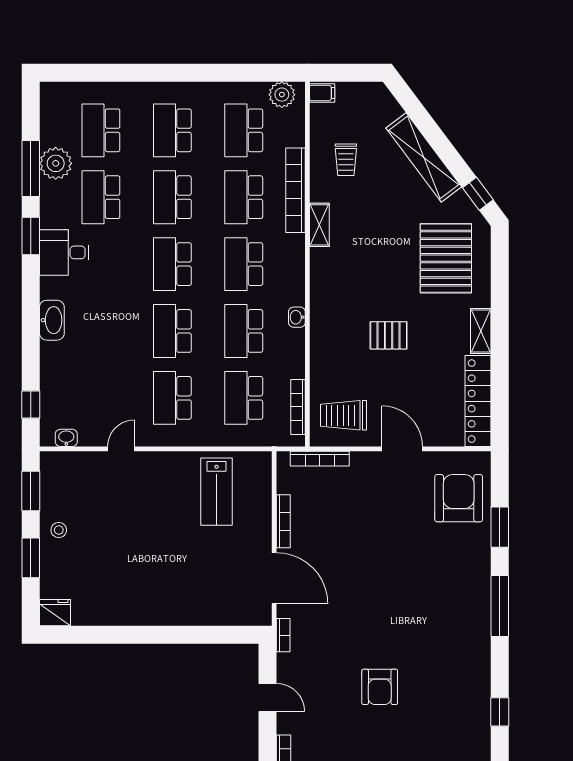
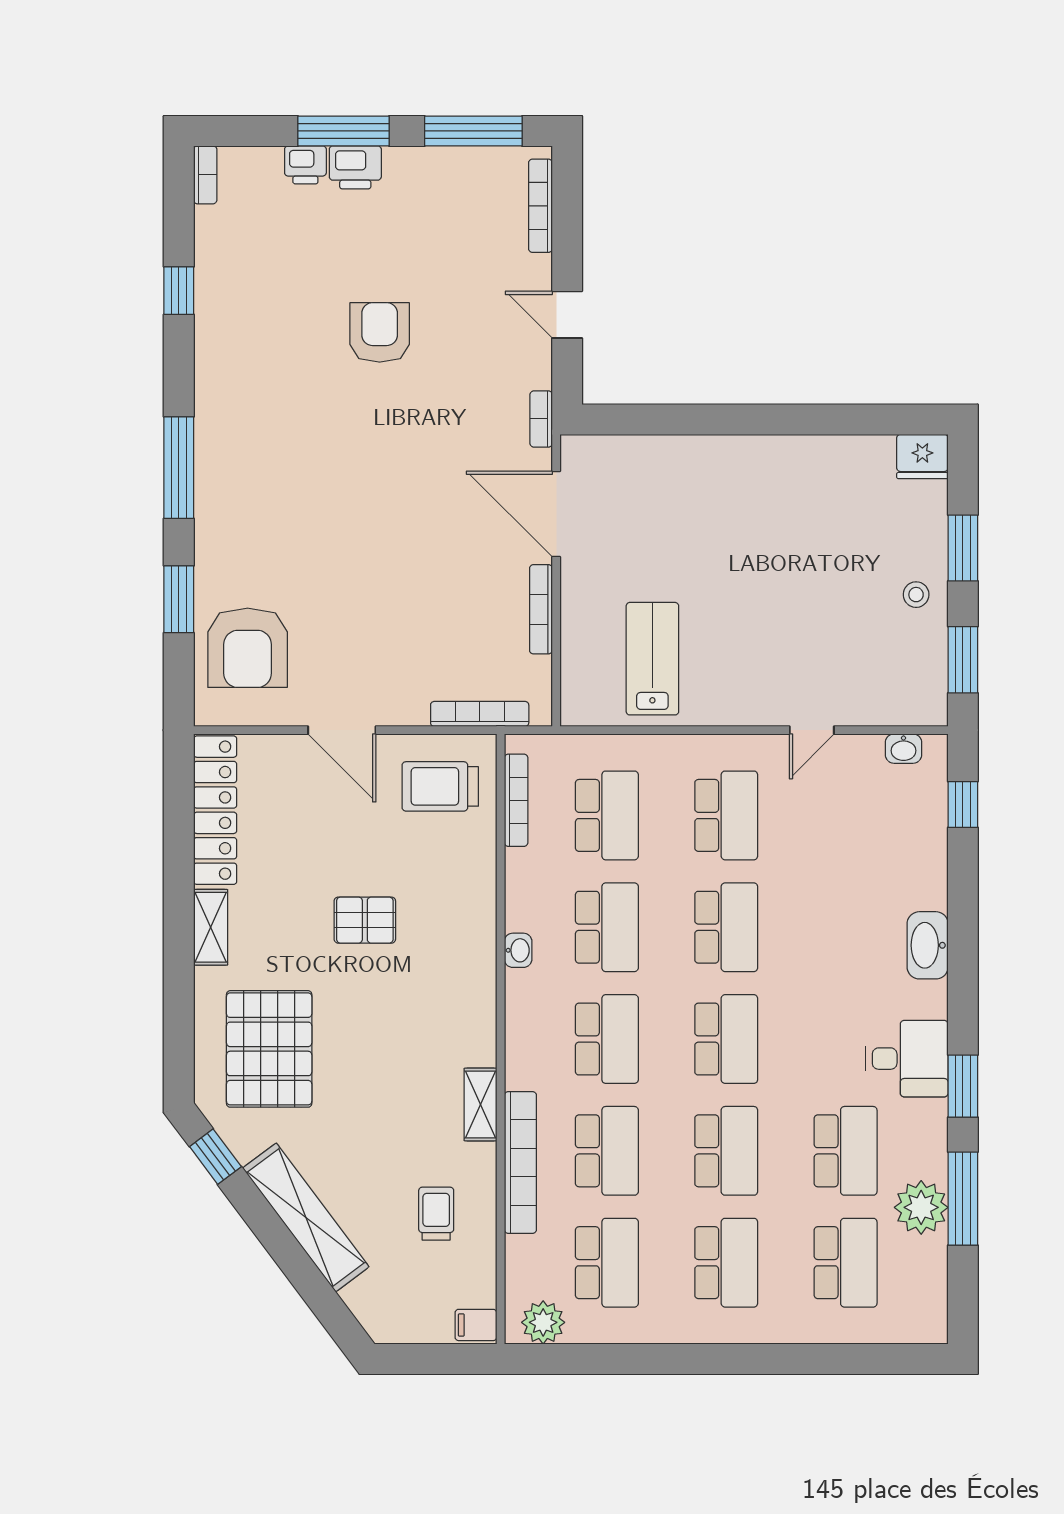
trolley: (343, 415) -> (440, 786), turned 180

